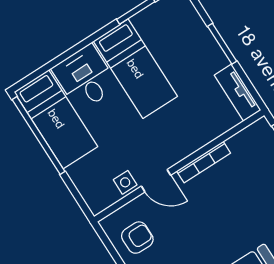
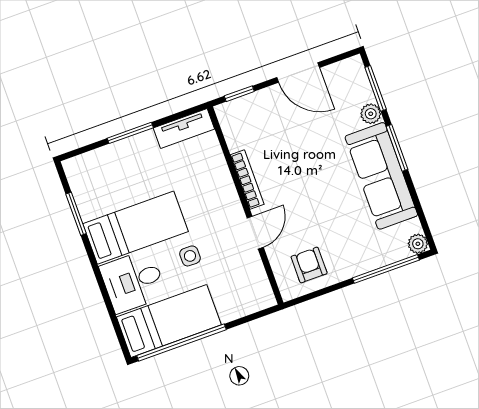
side table: (125, 182) -> (190, 256), moved

